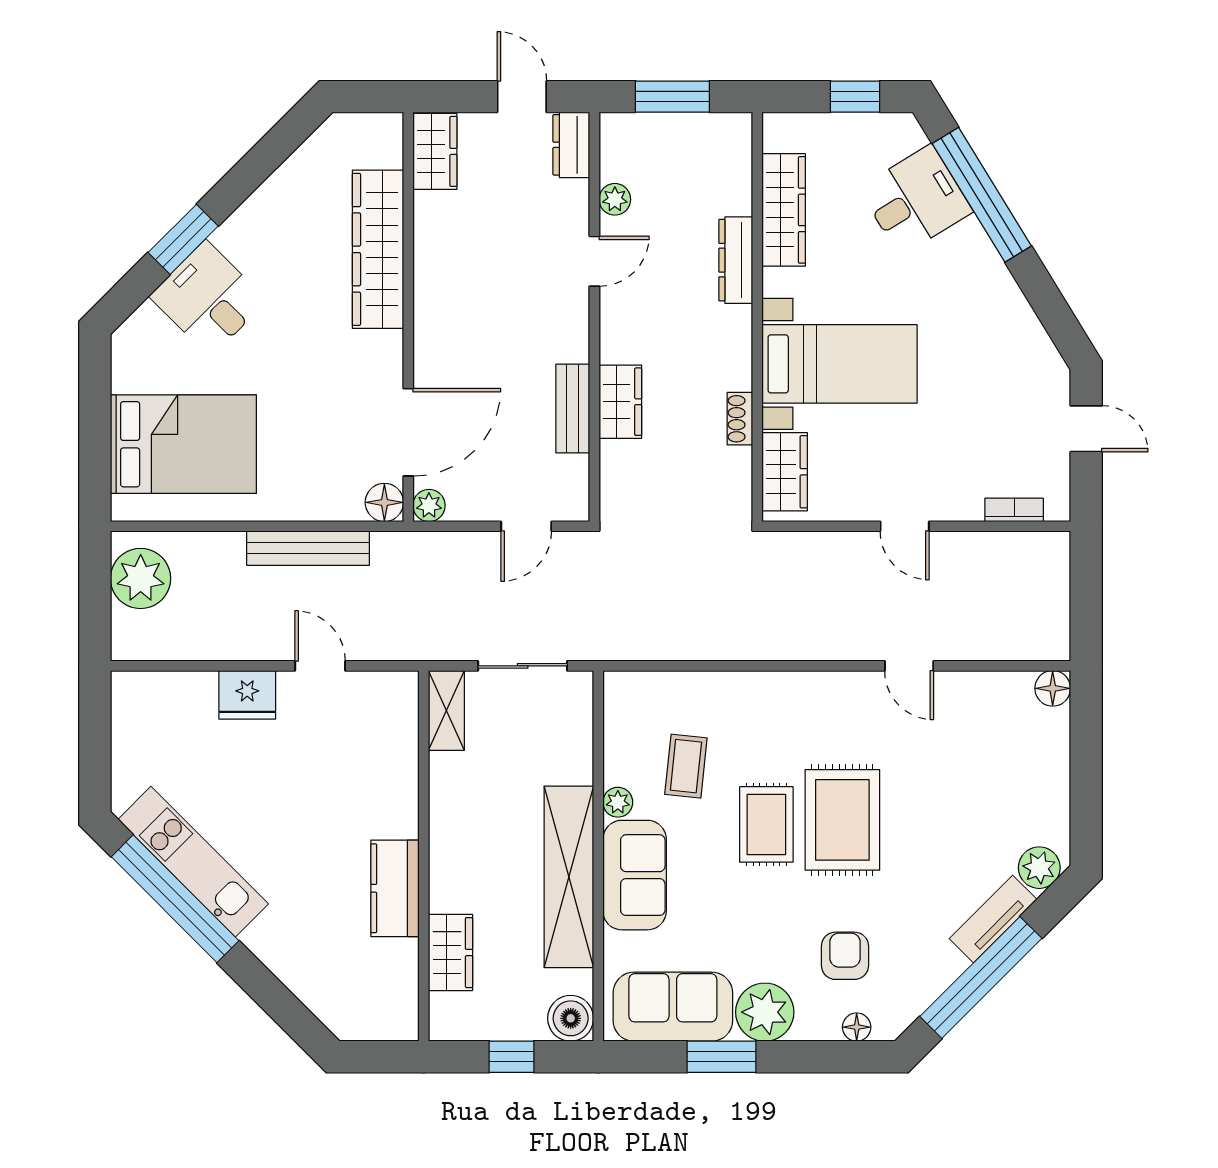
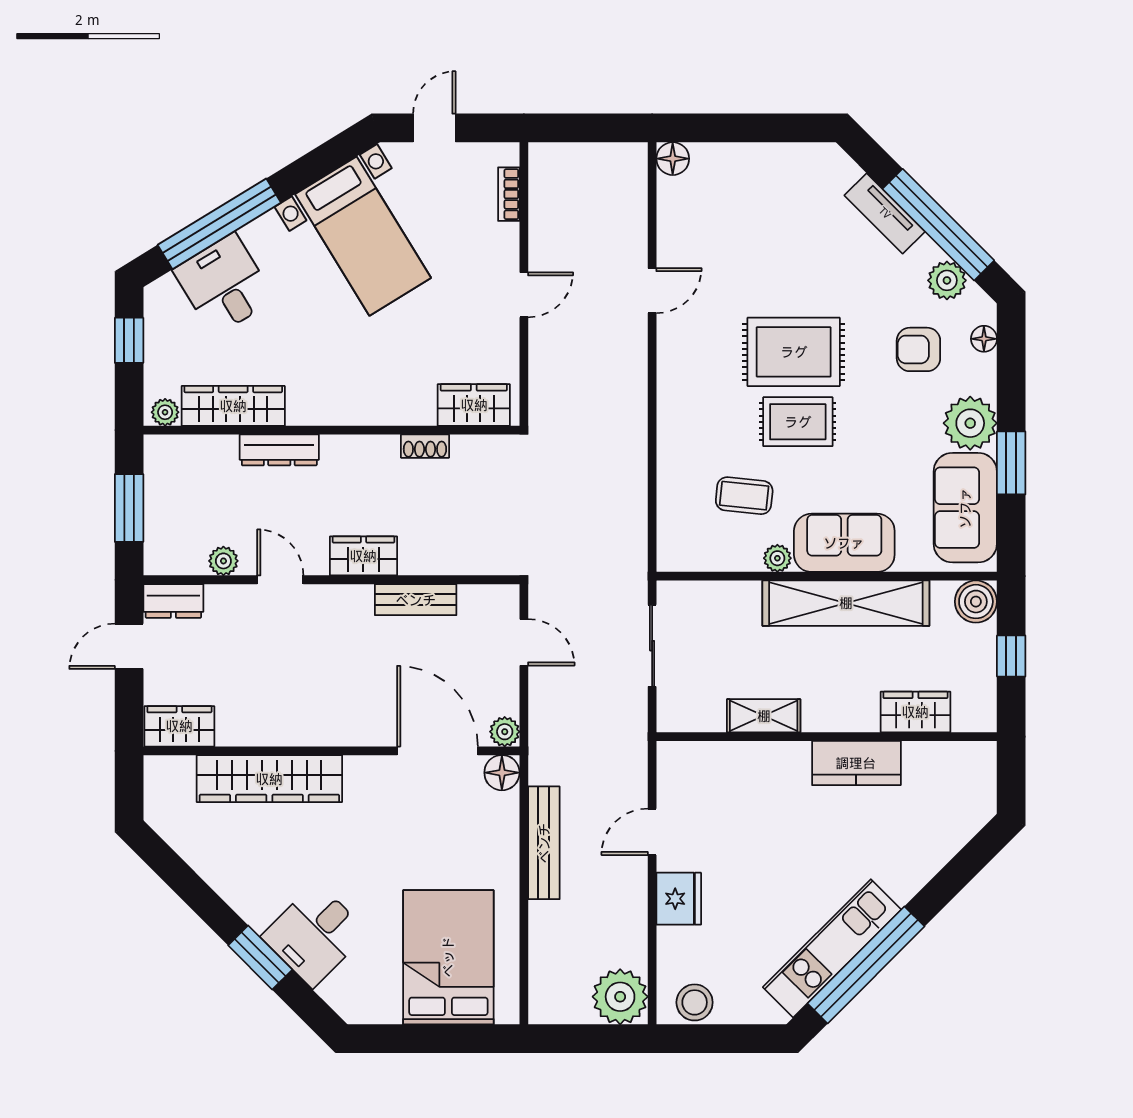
plant: (777, 136) -> (165, 412), added
bed with nightstands: (839, 364) -> (363, 236), moved, turned 149
wardrobe: (620, 402) -> (363, 556), moved
plant: (141, 578) -> (620, 997), moved
shelving: (446, 710) -> (764, 716), moved
stool: (134, 712) -> (695, 1002), added
plant: (1039, 868) -> (947, 280), moved

